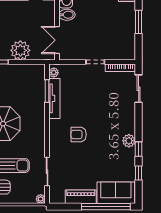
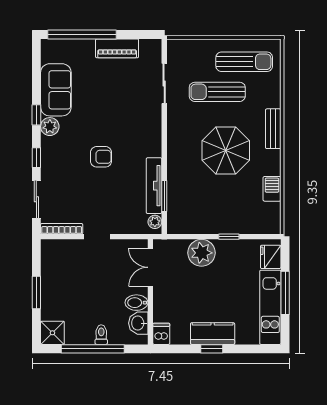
double door: (57, 40) -> (150, 267), swing flipped
armchair: (79, 134) -> (101, 157), moved
window: (139, 173) -> (36, 158), moved
sofa: (116, 193) -> (56, 90), moved, turned -90
plant: (41, 199) -> (173, 45), removed

